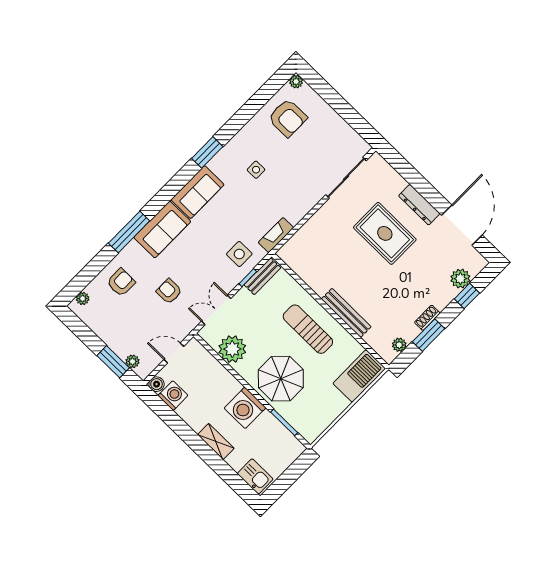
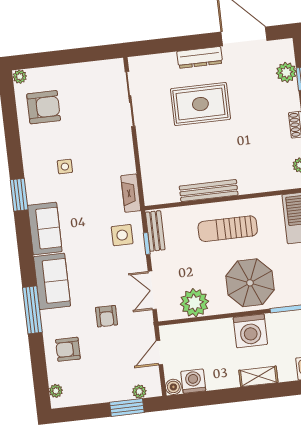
armchair: (121, 282) -> (68, 349), turned -90
armchair: (169, 291) -> (106, 316), turned -90
bench: (346, 313) -> (209, 191), moved

